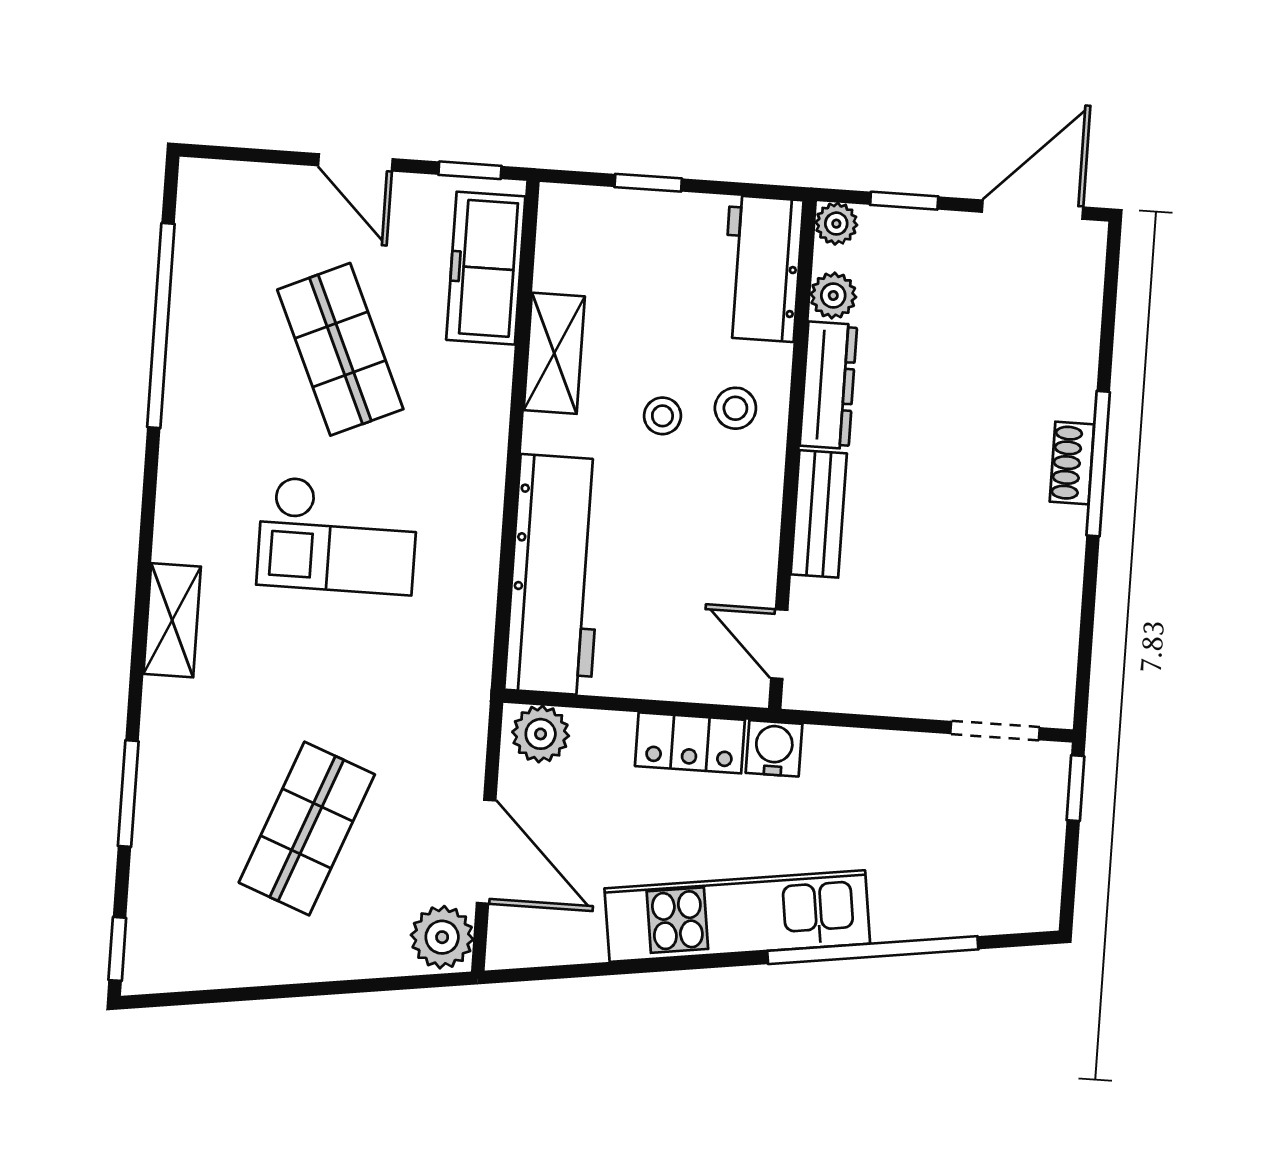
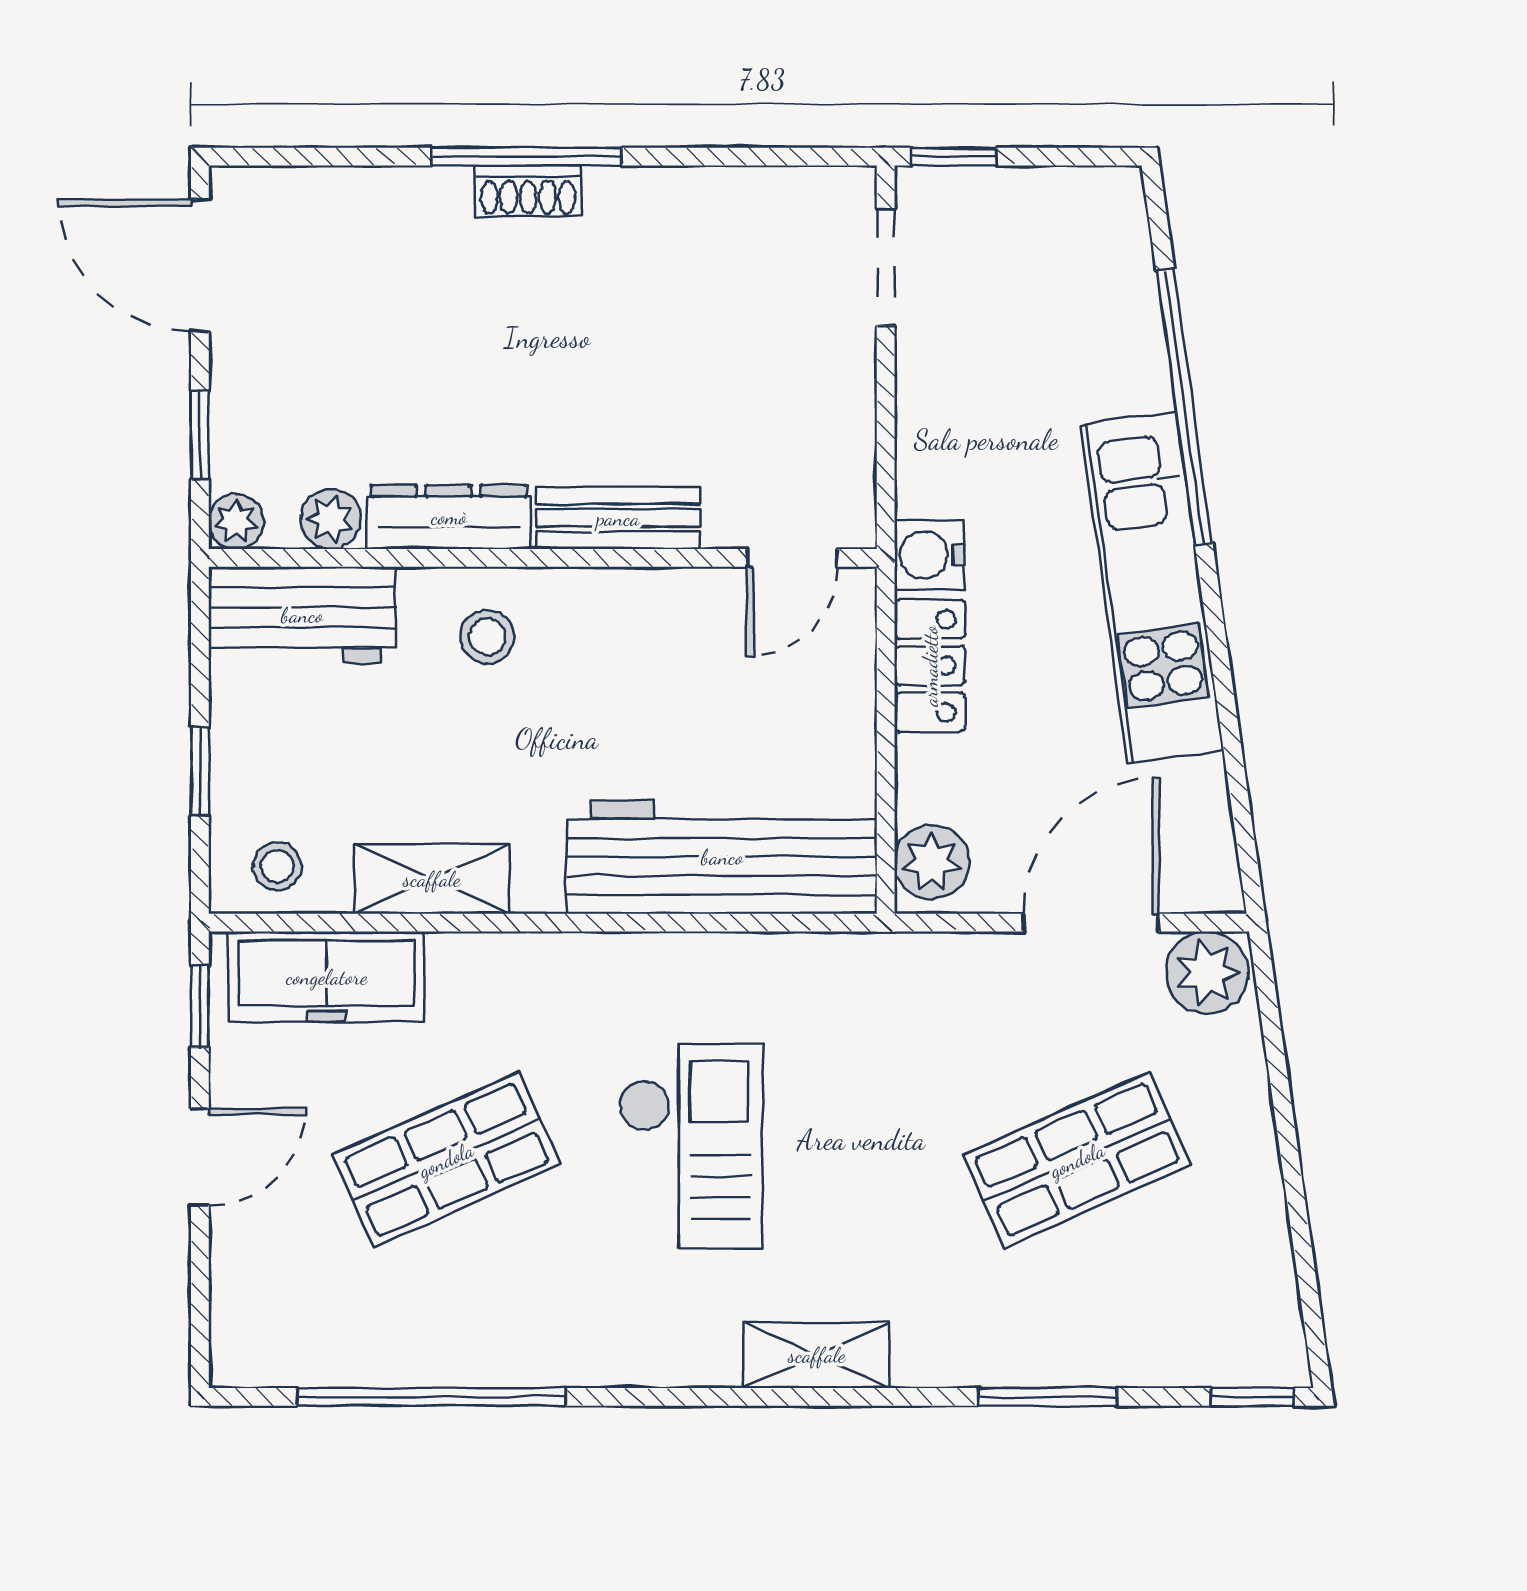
stool: (662, 416) -> (277, 866), moved
shop shelf: (307, 828) -> (1077, 1160), turned -45

